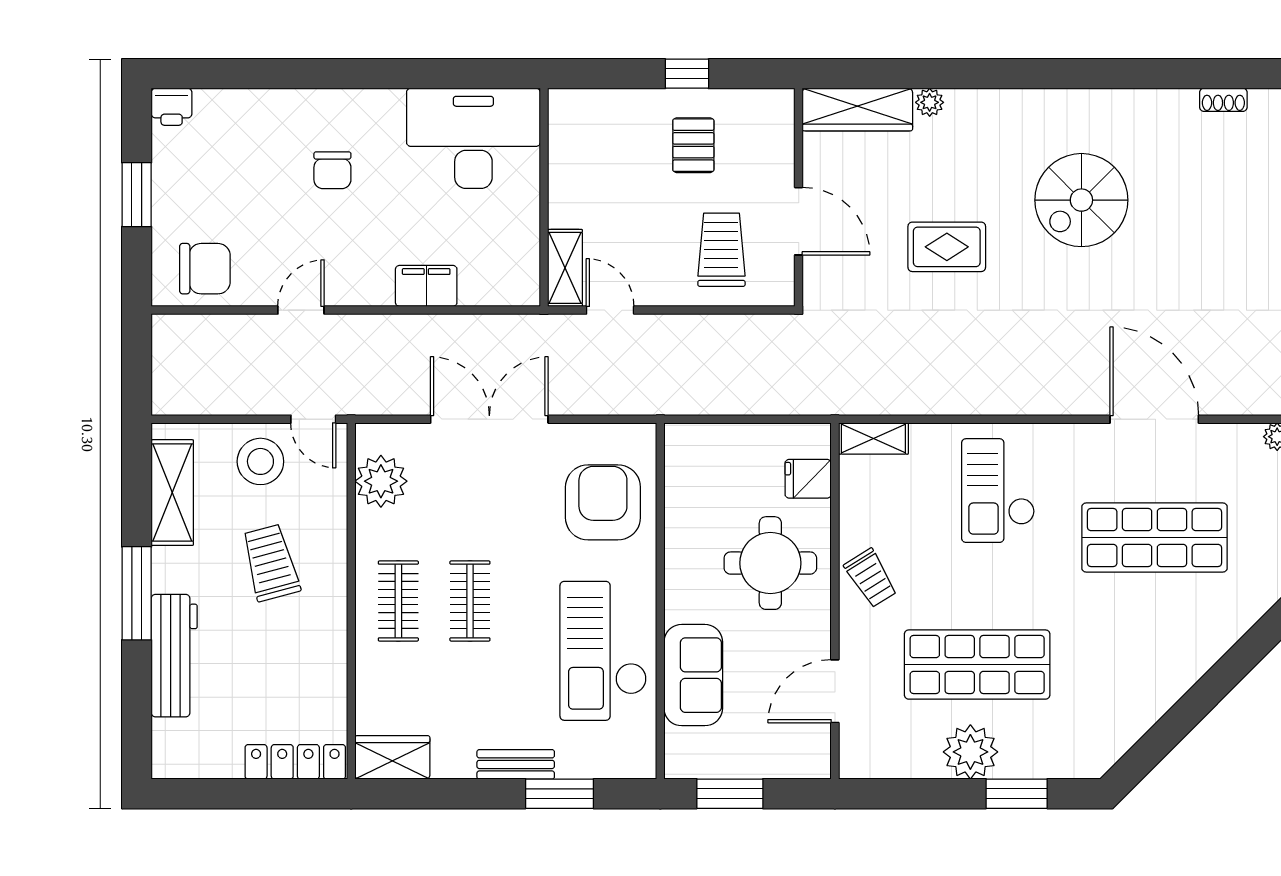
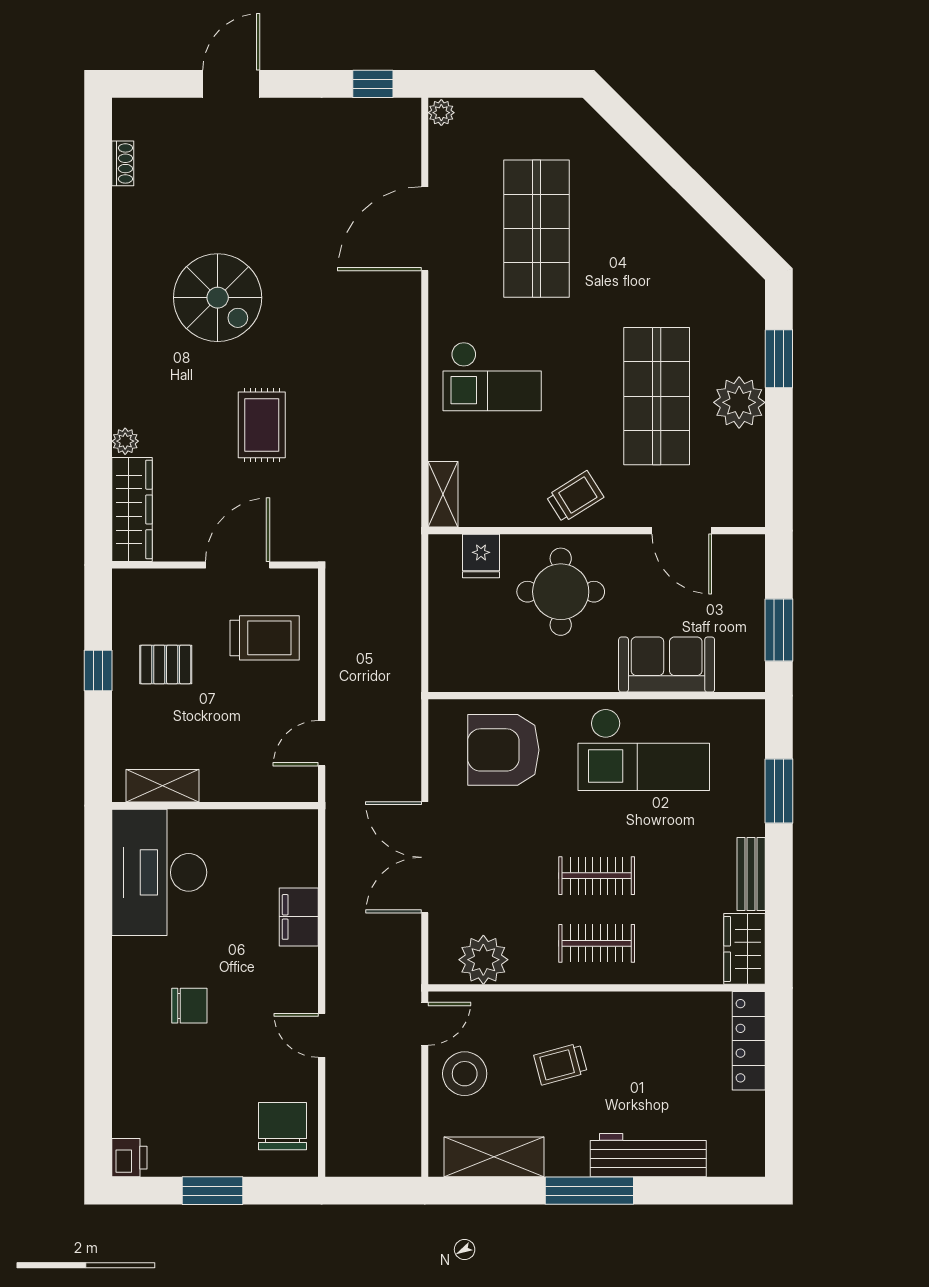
trolley: (721, 250) -> (265, 638), turned 180
shelving: (565, 268) -> (162, 786), moved
trolley: (271, 563) -> (560, 1064), width x0.73, depth x0.72
bench: (516, 764) -> (751, 874), moved

